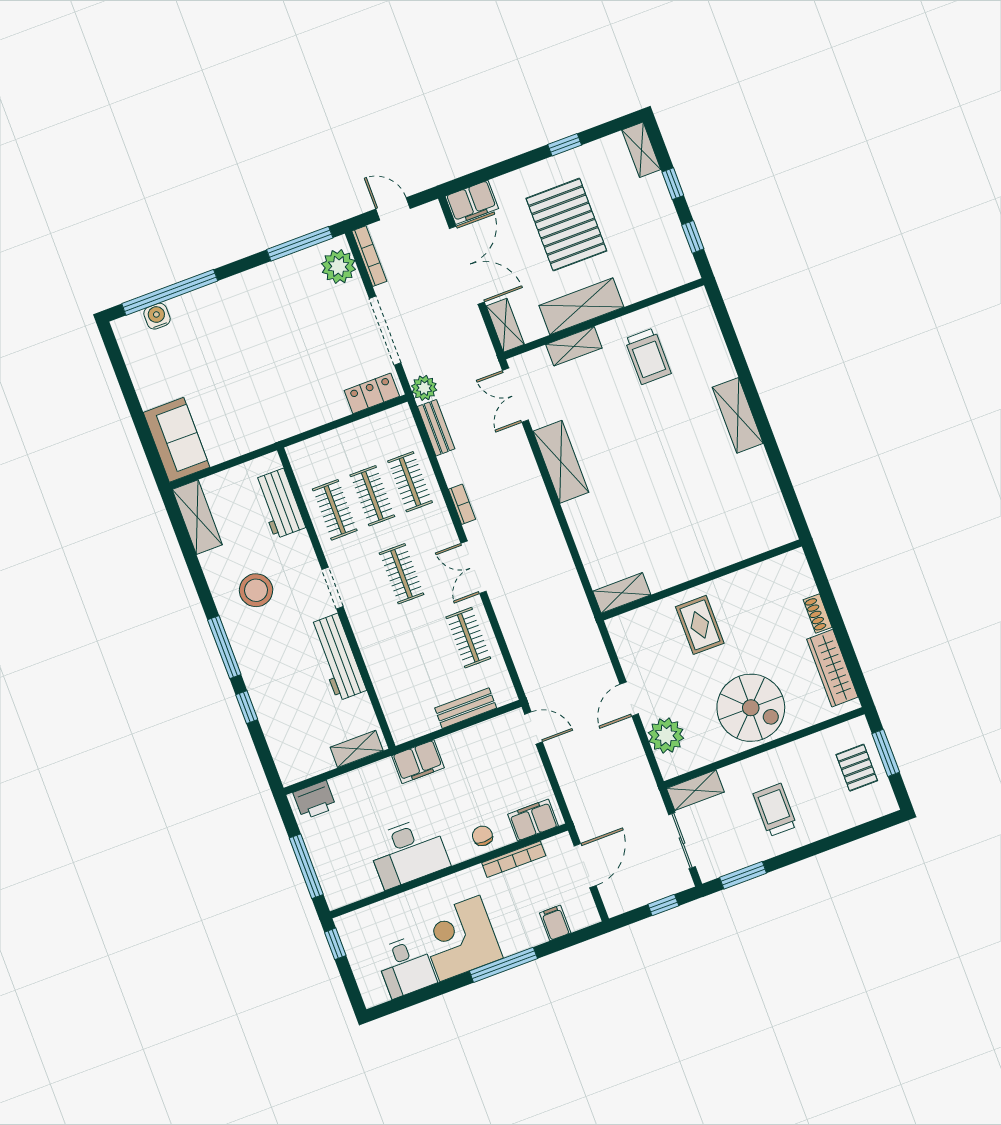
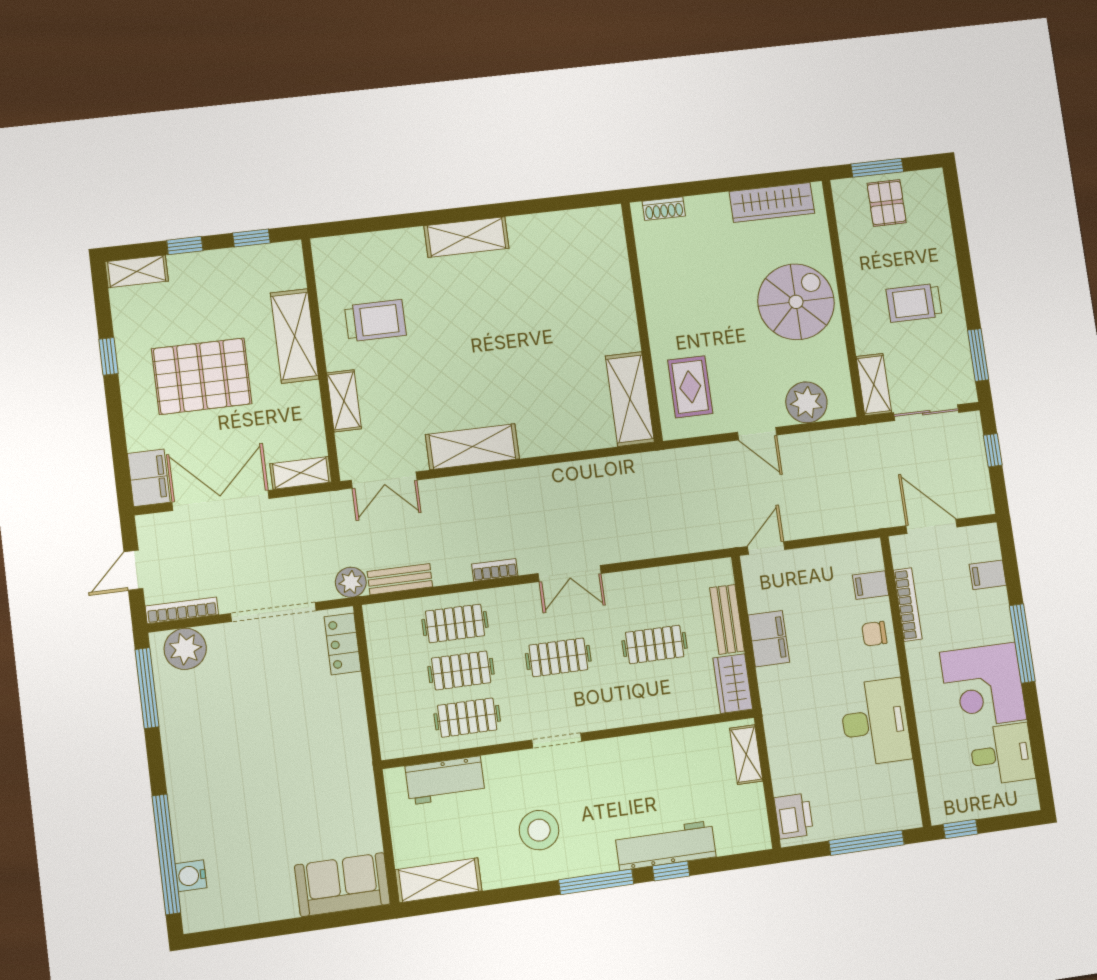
shelving: (581, 306) -> (294, 336), moved
shelving: (622, 593) -> (630, 399), width x1.50, depth x1.33
shoe rack: (818, 614) -> (664, 209), moved
rug: (700, 625) -> (690, 387), moved, turned 90
clothes rail: (468, 638) -> (655, 644), moved
workbench: (338, 657) -> (666, 846), moved, turned 180
wardrobe: (413, 725) -> (733, 683), added
filing cabinet: (418, 762) -> (769, 639), moved
pallet: (857, 768) -> (887, 203), turned 90
filing cabinet: (533, 820) -> (871, 585), width x0.50

